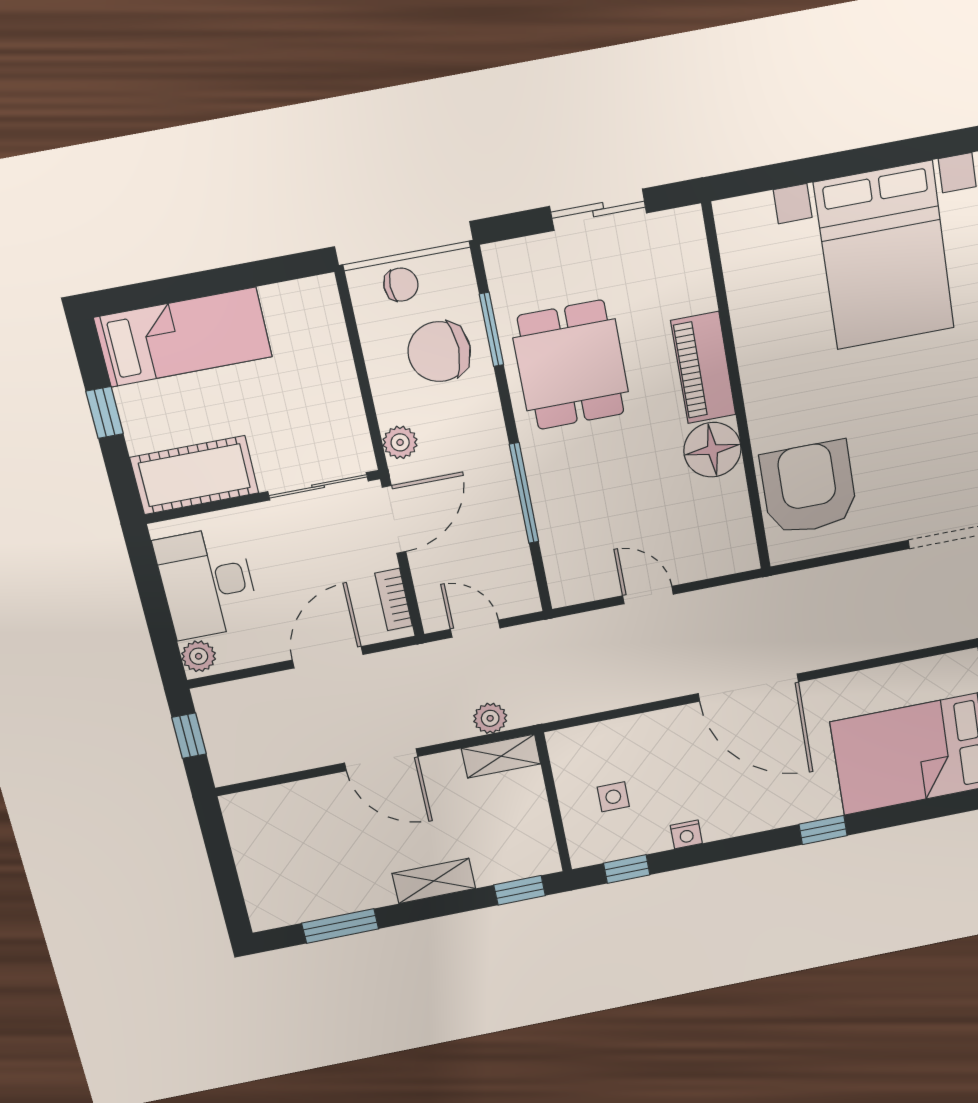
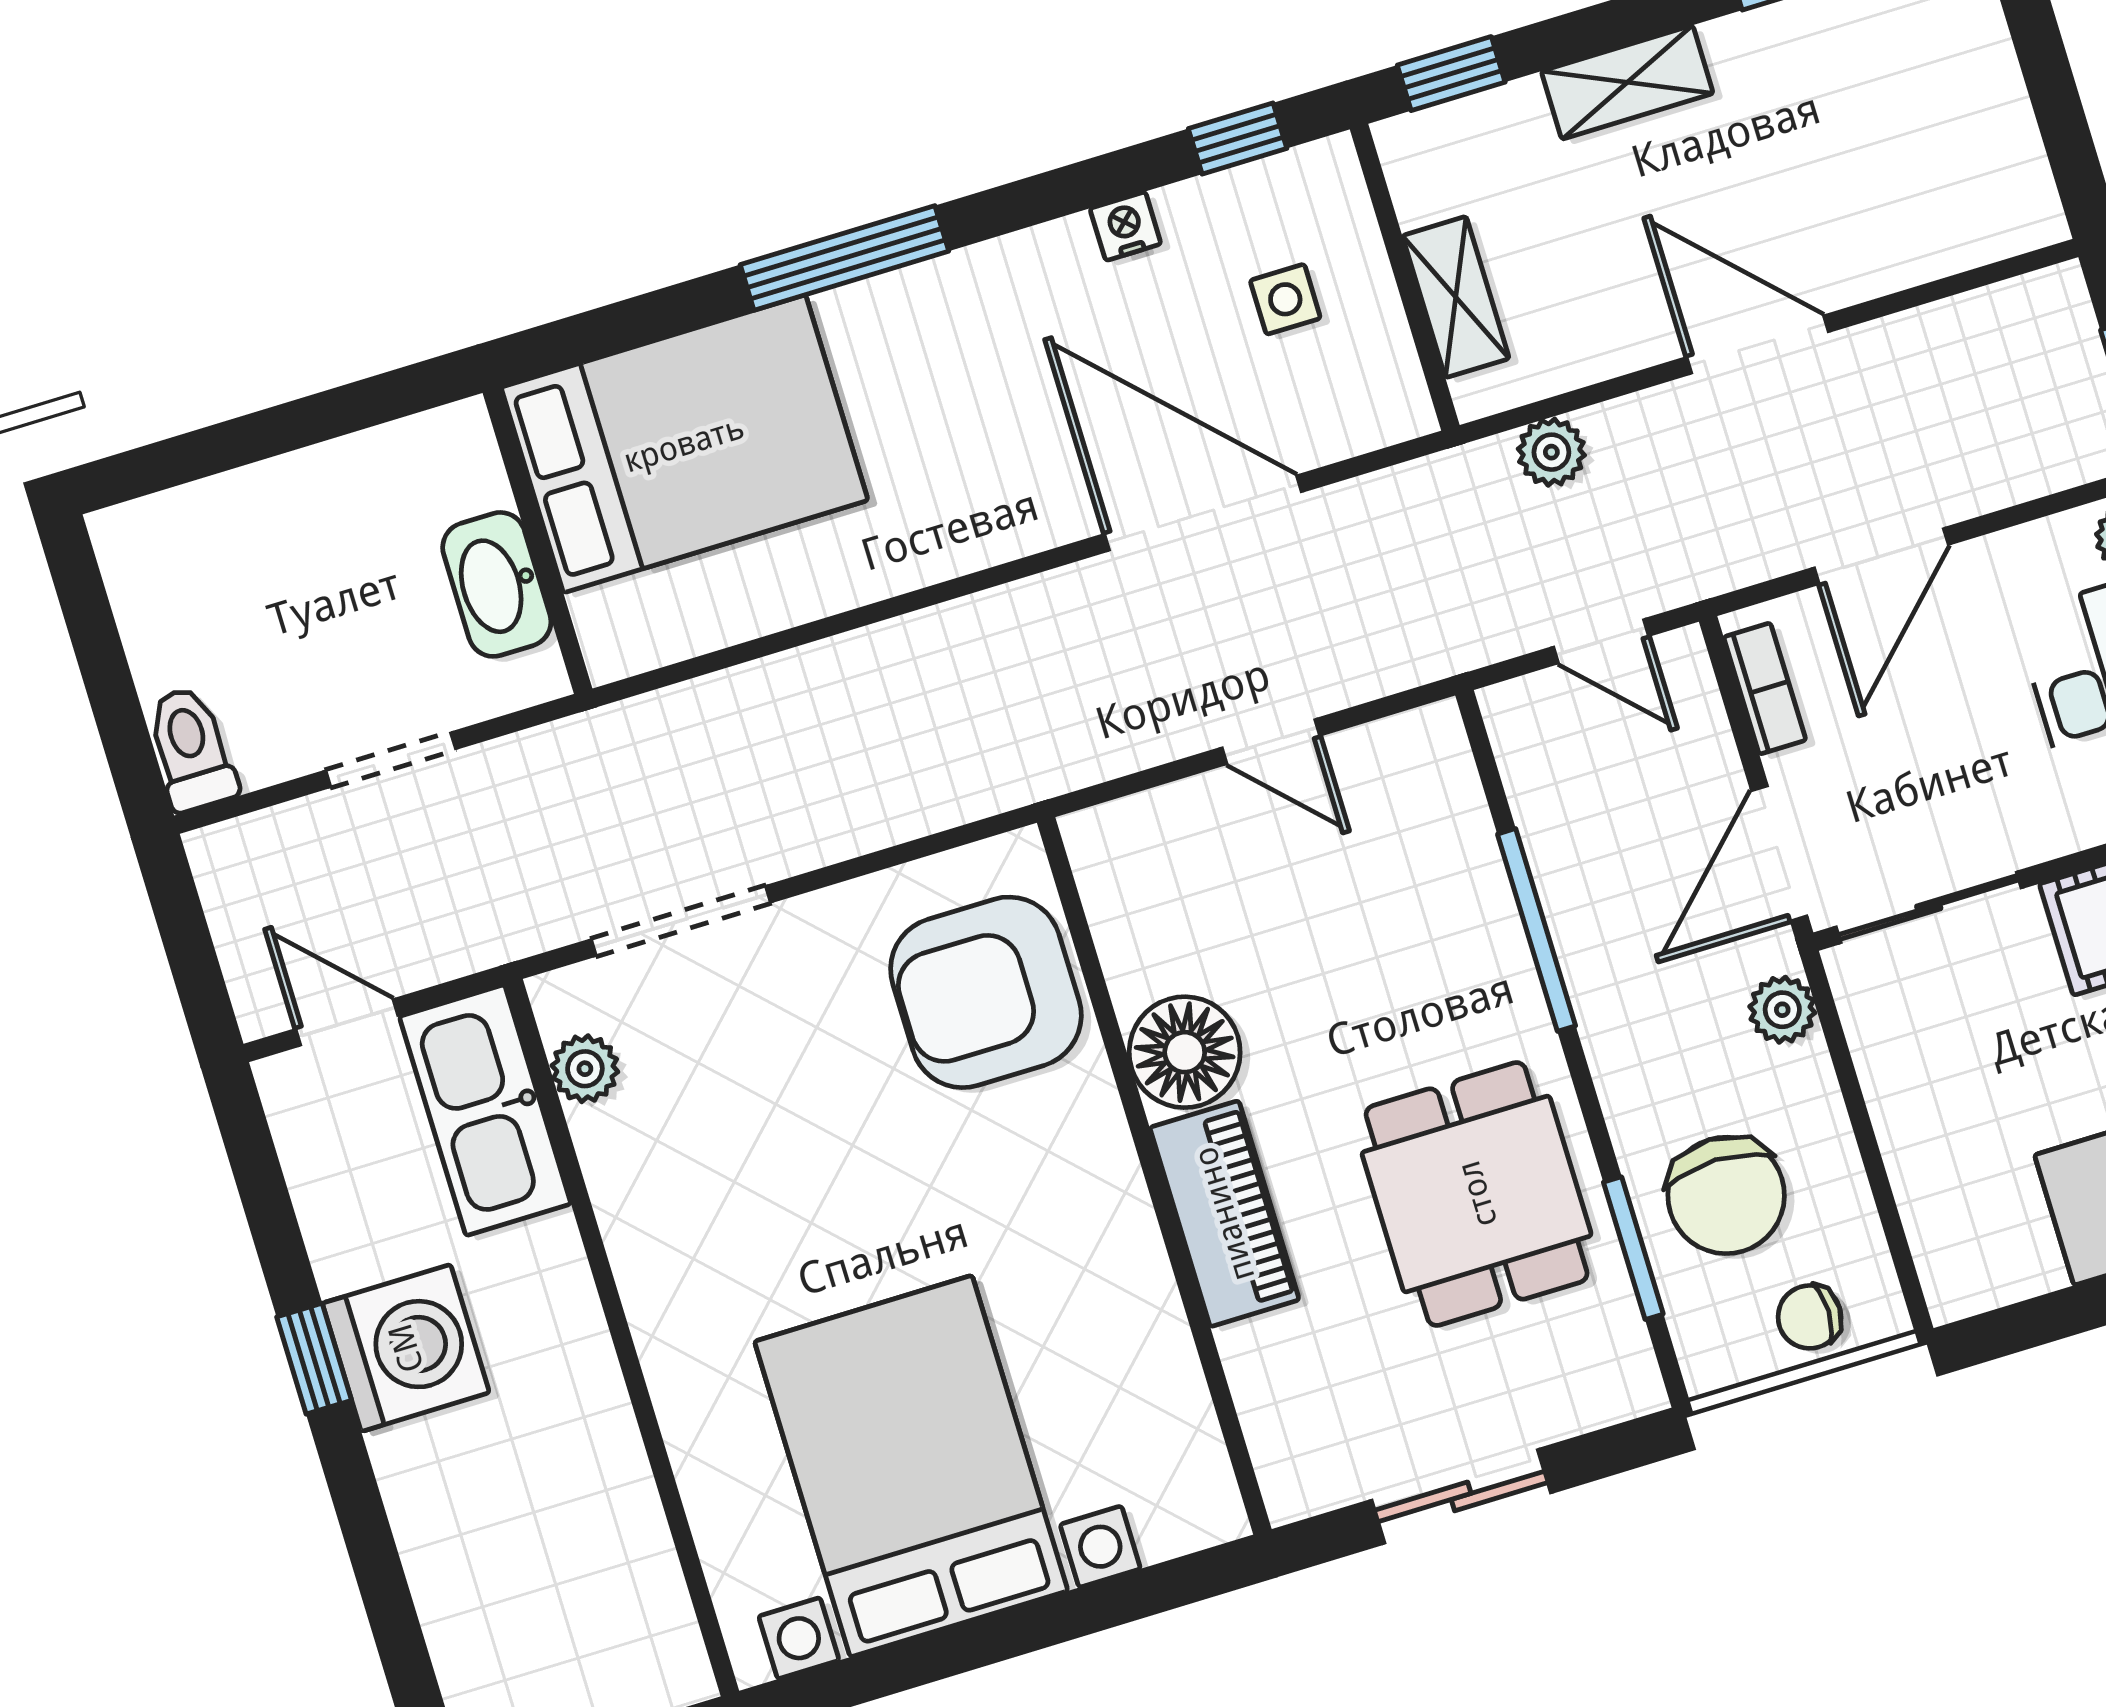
chair: (439, 352) -> (1726, 1195), turned 90
armchair: (809, 488) -> (986, 992), turned 90
door: (748, 688) -> (1203, 513), moved
shelving: (501, 756) -> (1456, 297), moved, turned 90
window: (823, 830) -> (844, 258), width x2.17

